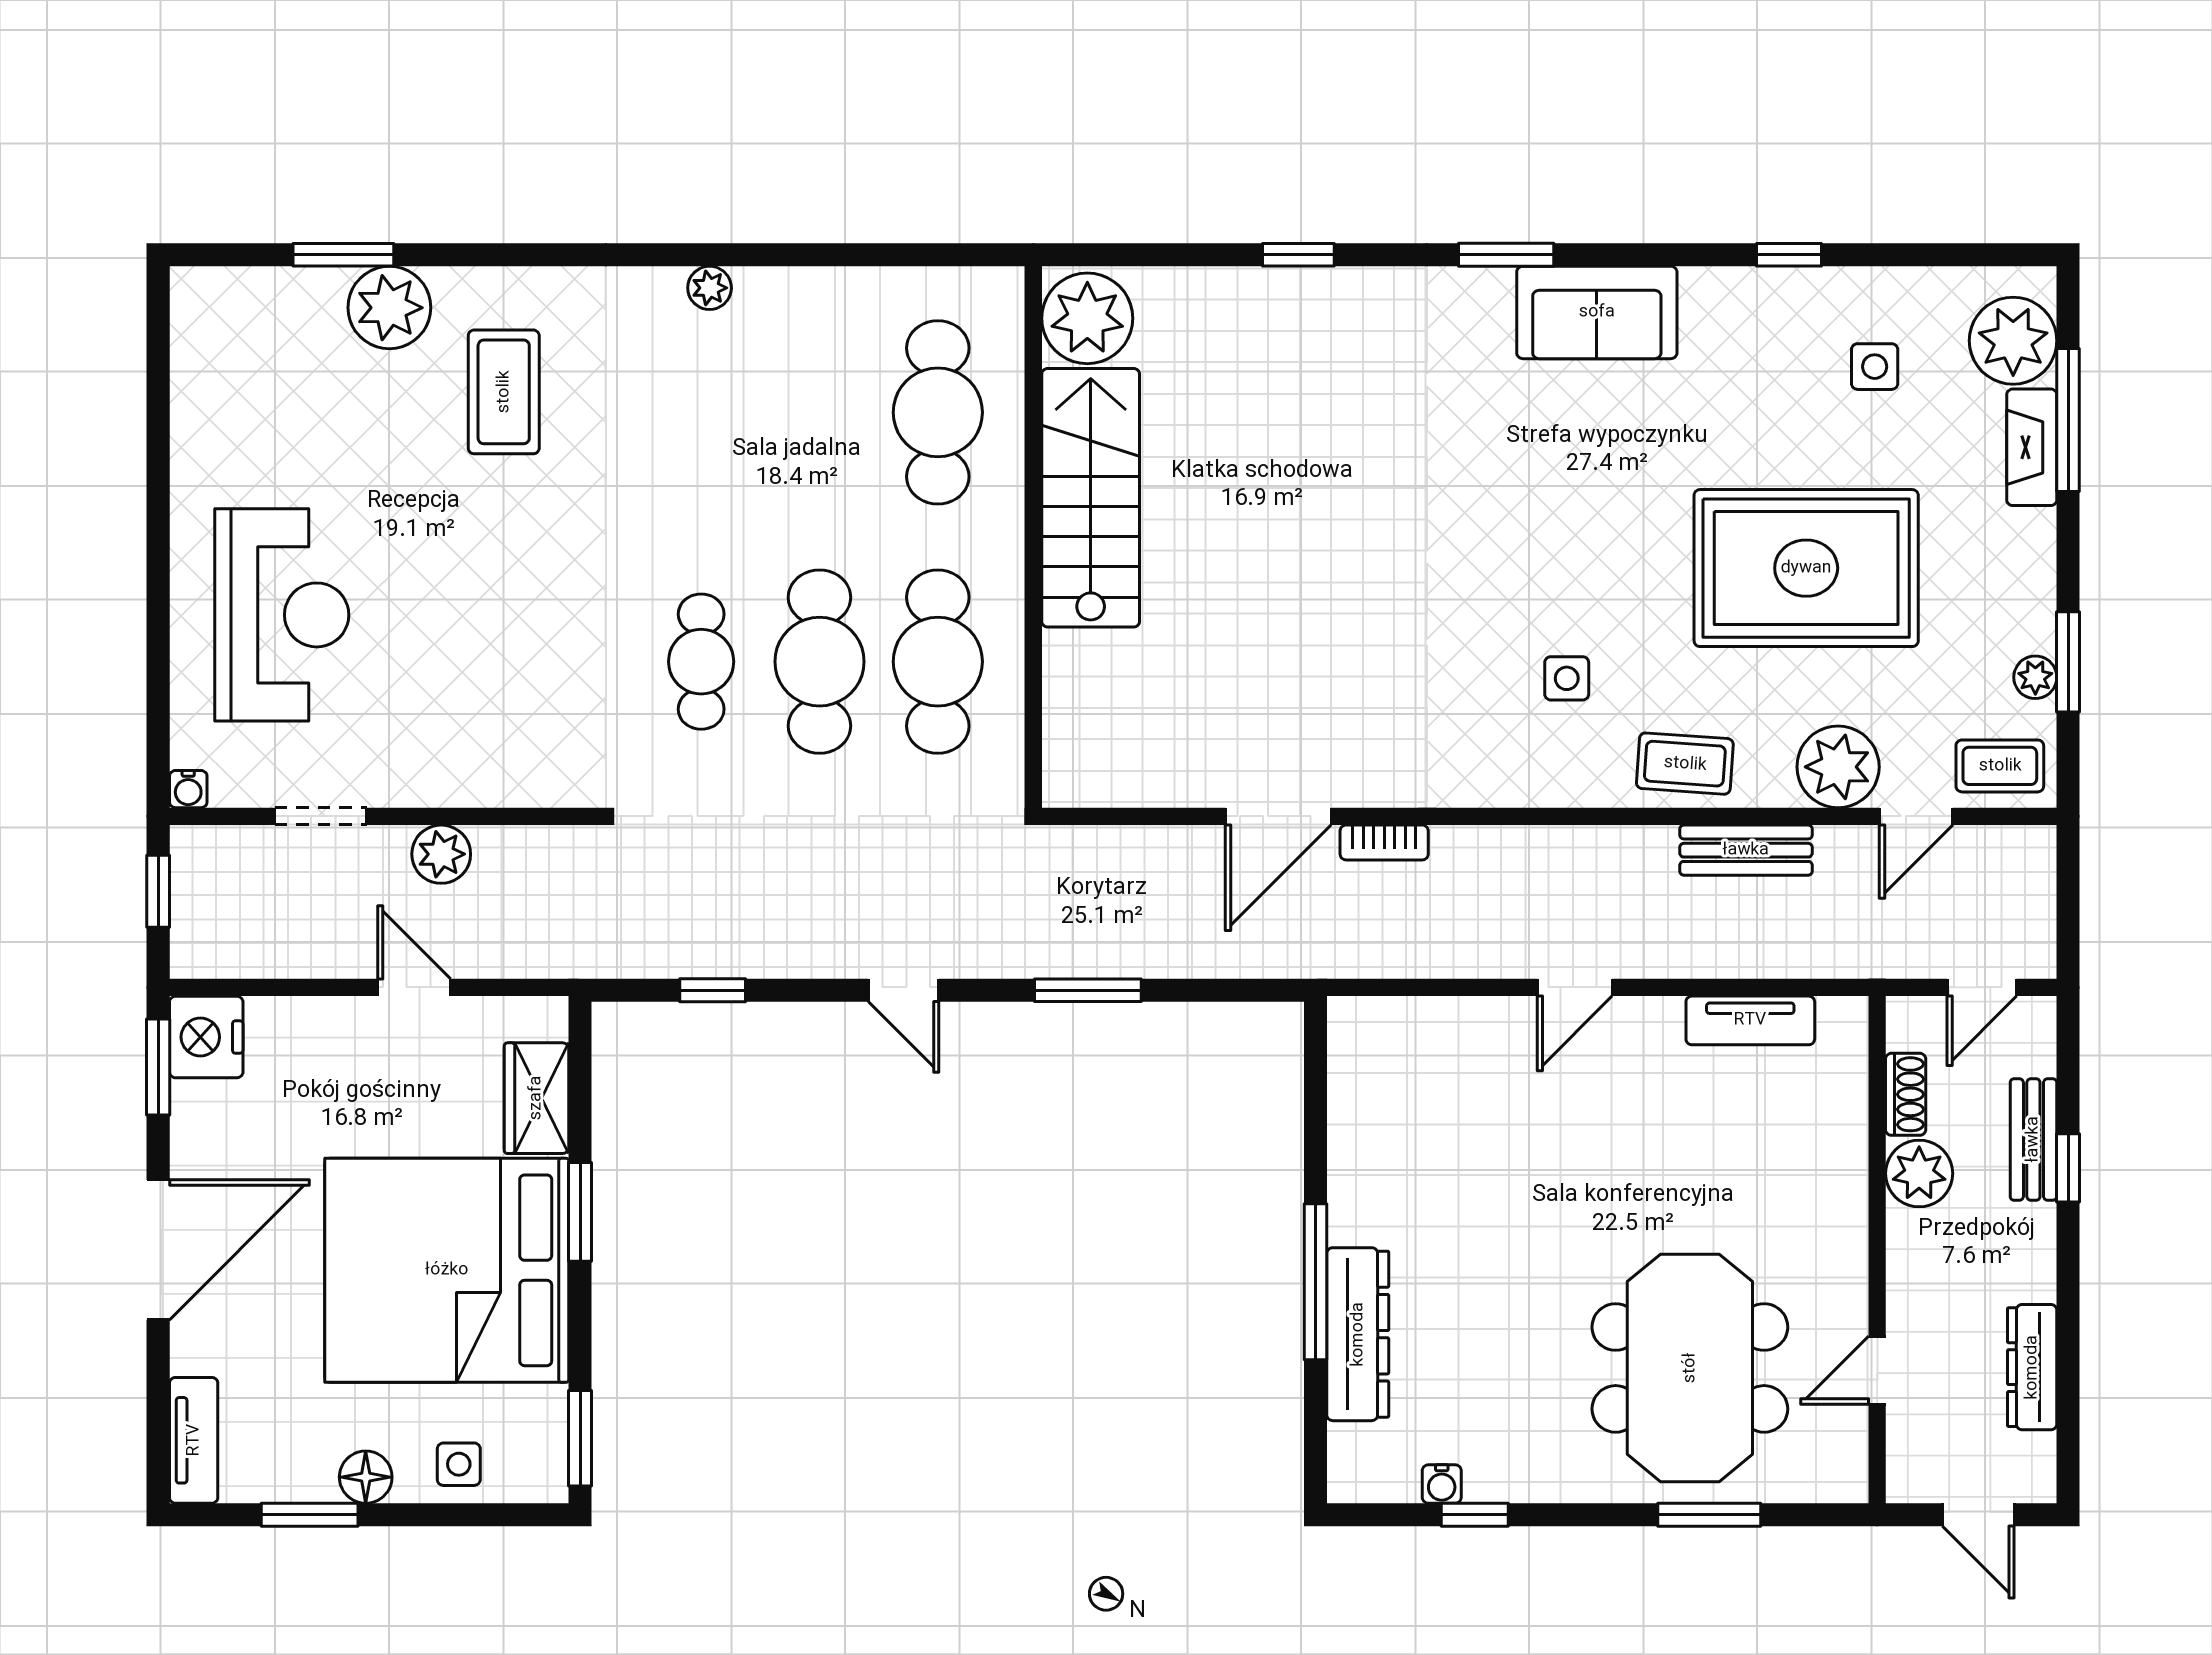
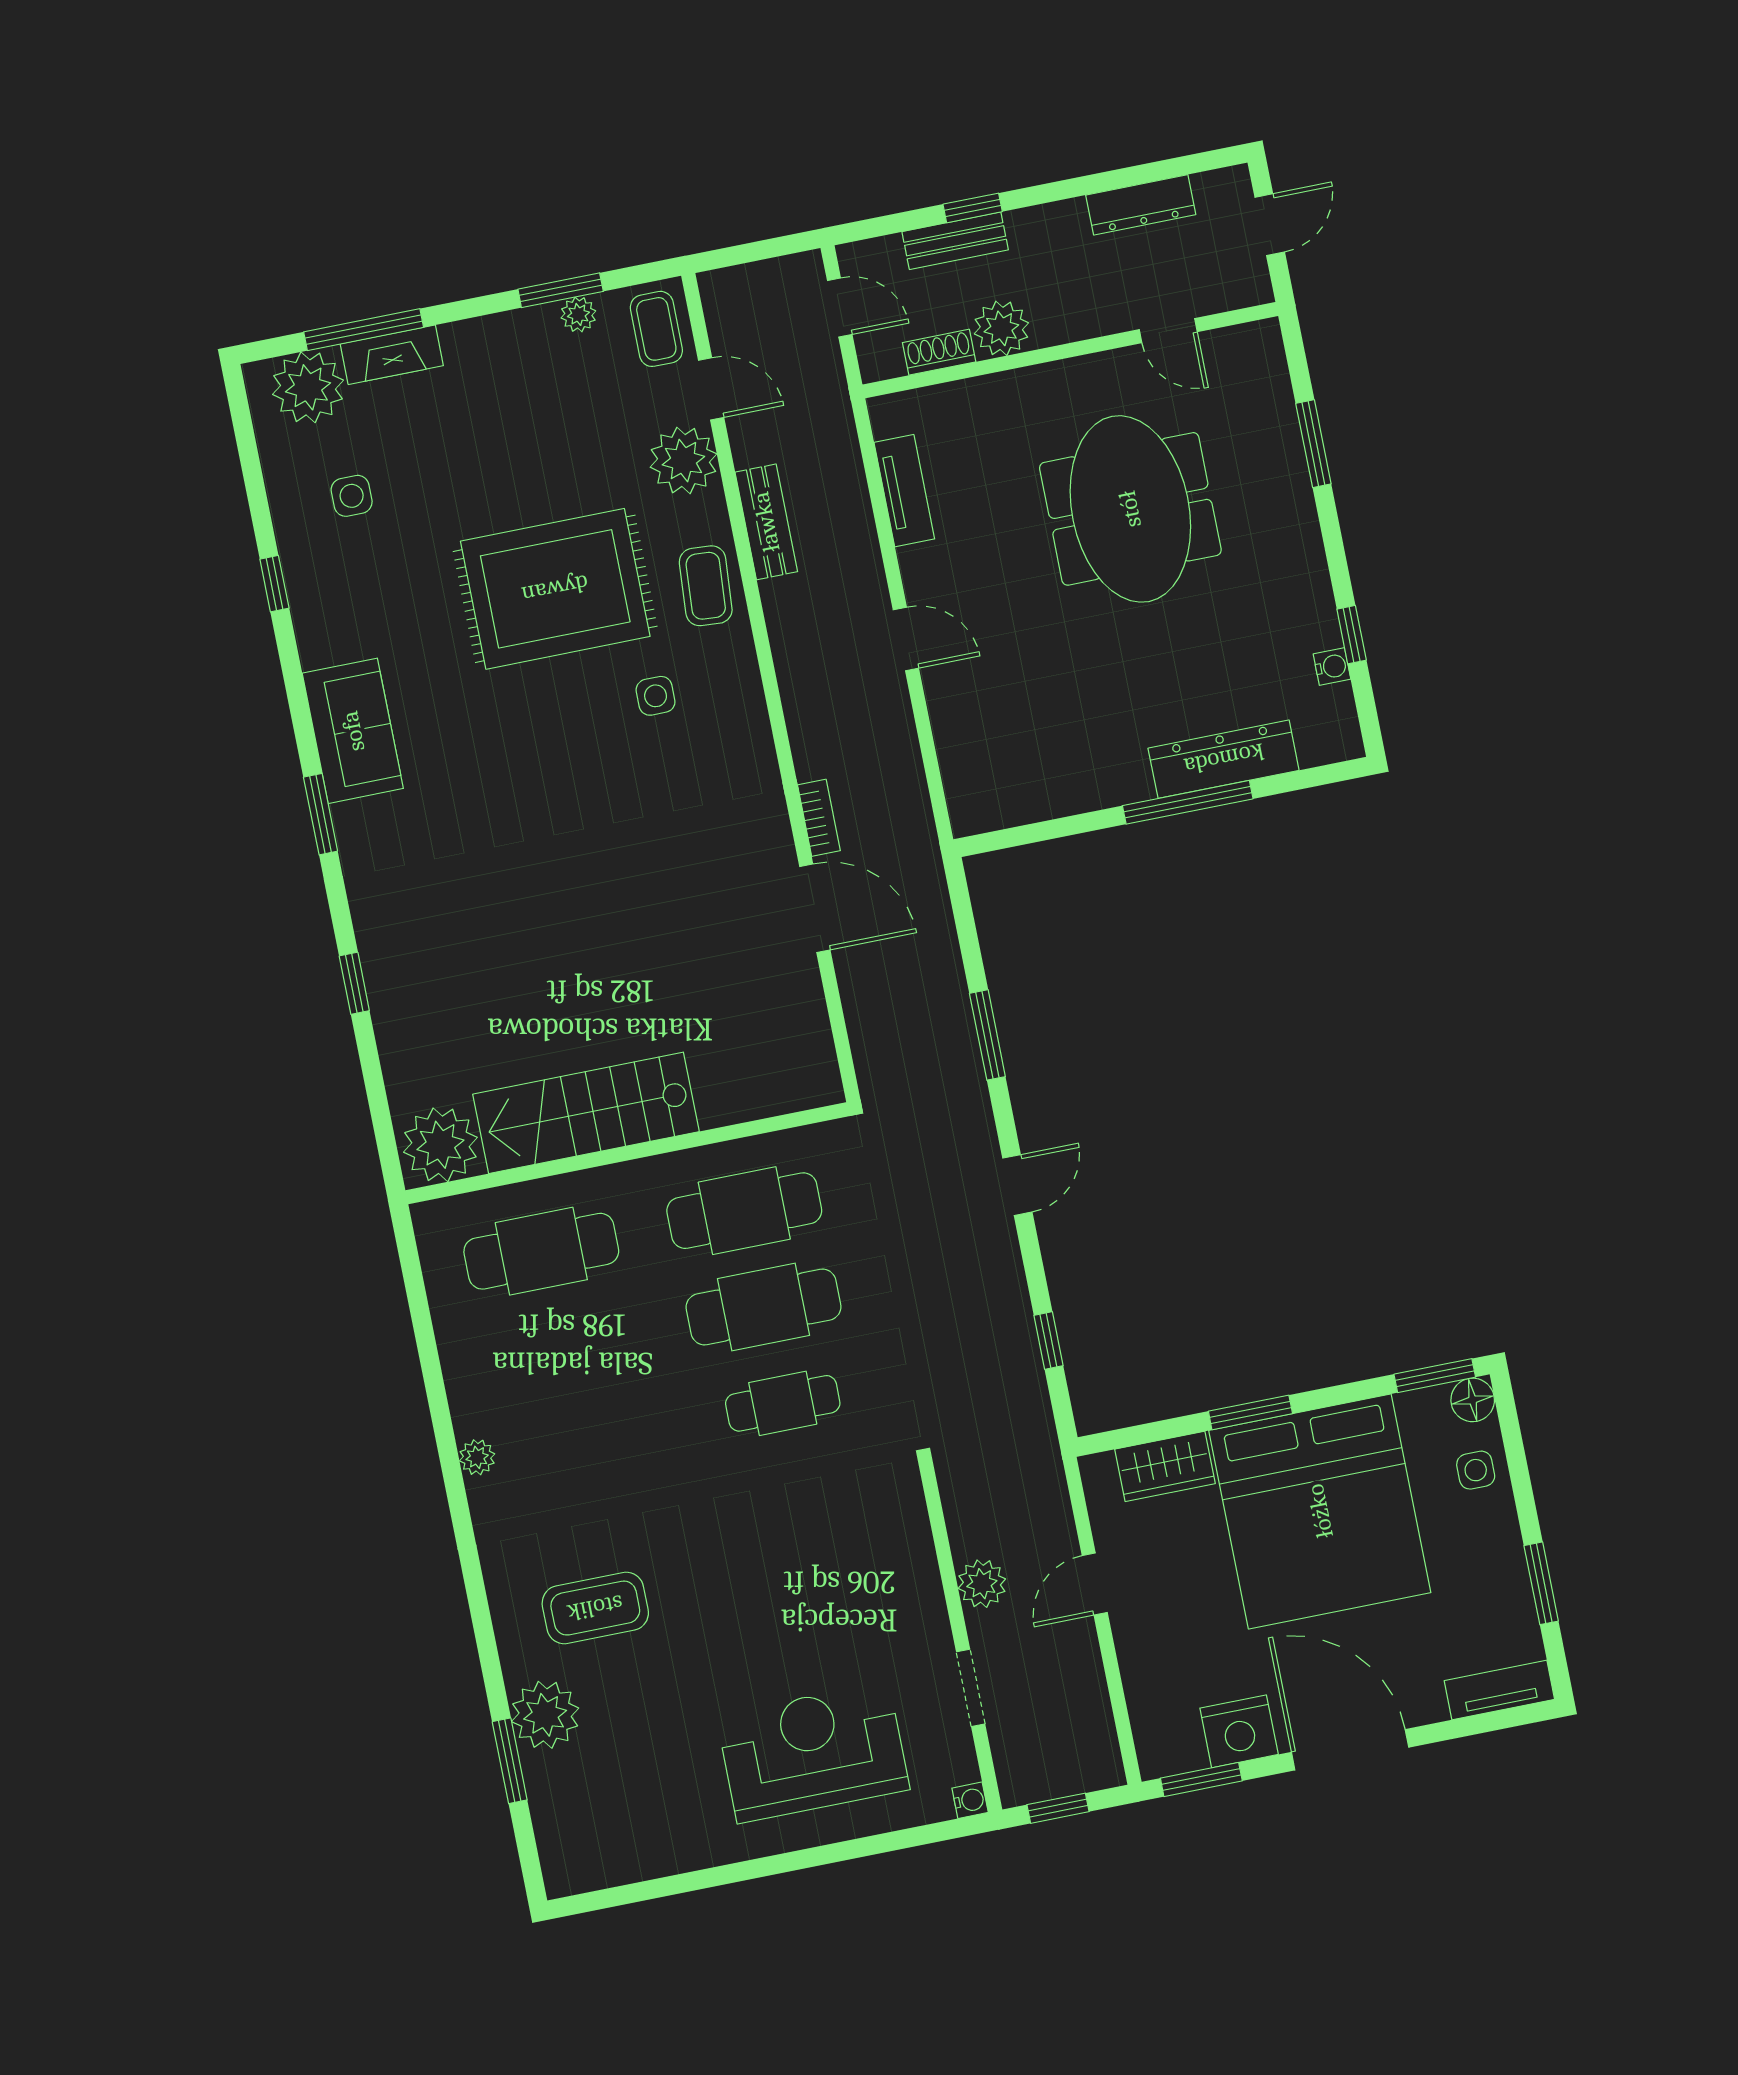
rug: (1806, 568) -> (555, 589), moved, turned 90
nightstand: (206, 1037) -> (1239, 1731), moved
meeting table: (1690, 1368) -> (1130, 509), moved, turned 90
floor lamp: (366, 1477) -> (1473, 1400), moved

